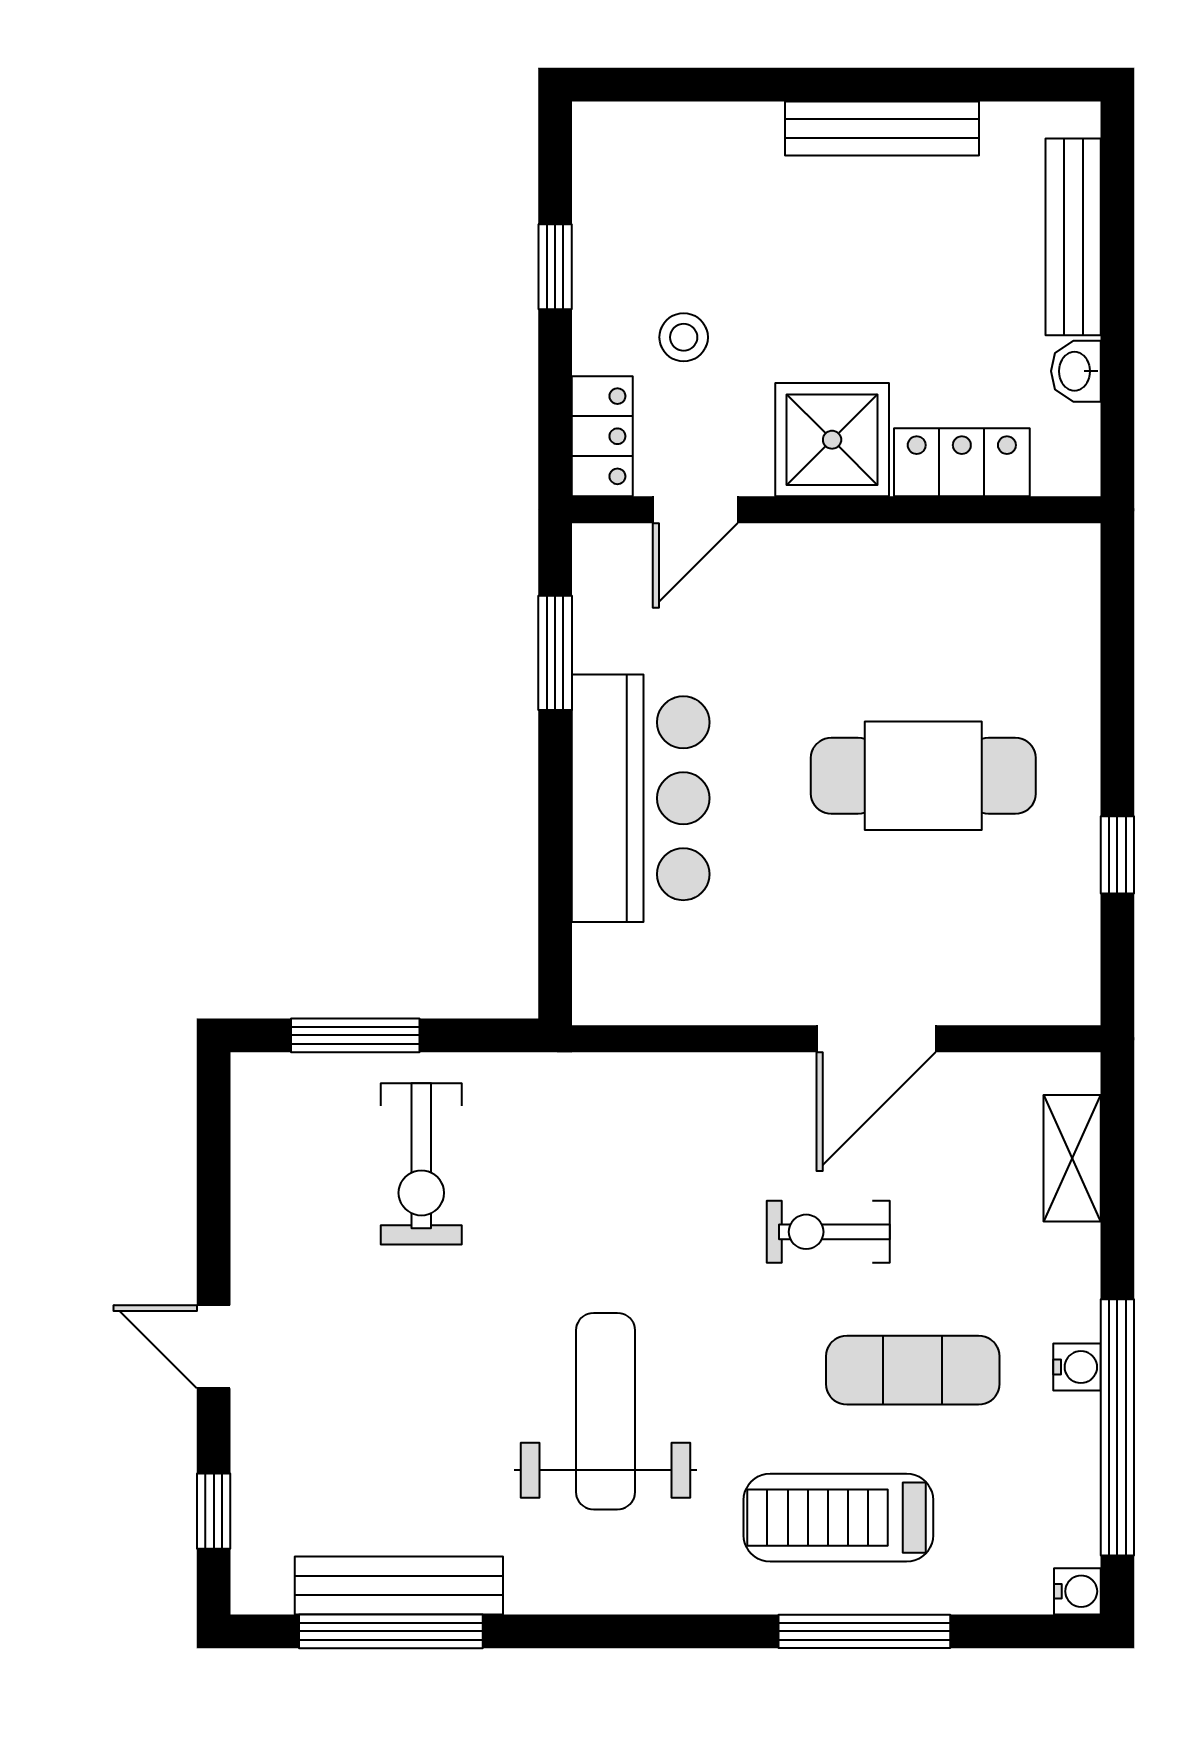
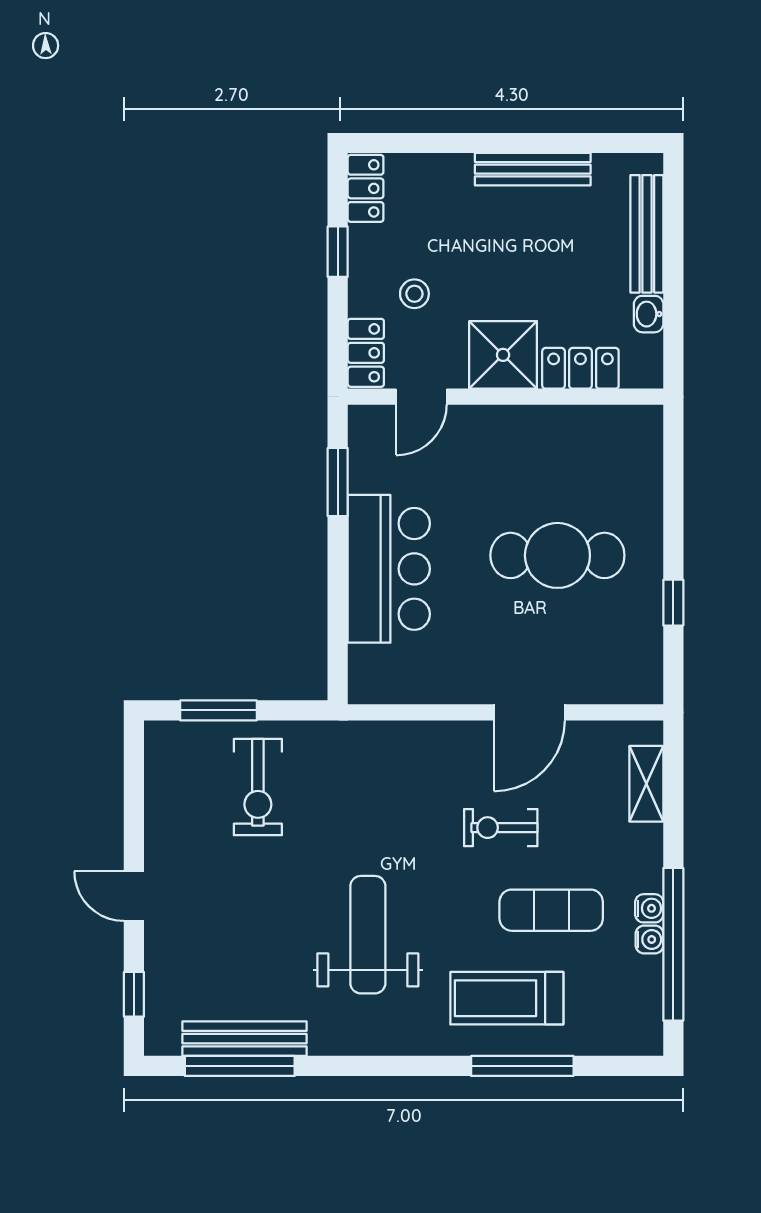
locker: (602, 161) -> (366, 188), added
water cooler: (1077, 1591) -> (649, 940), moved

